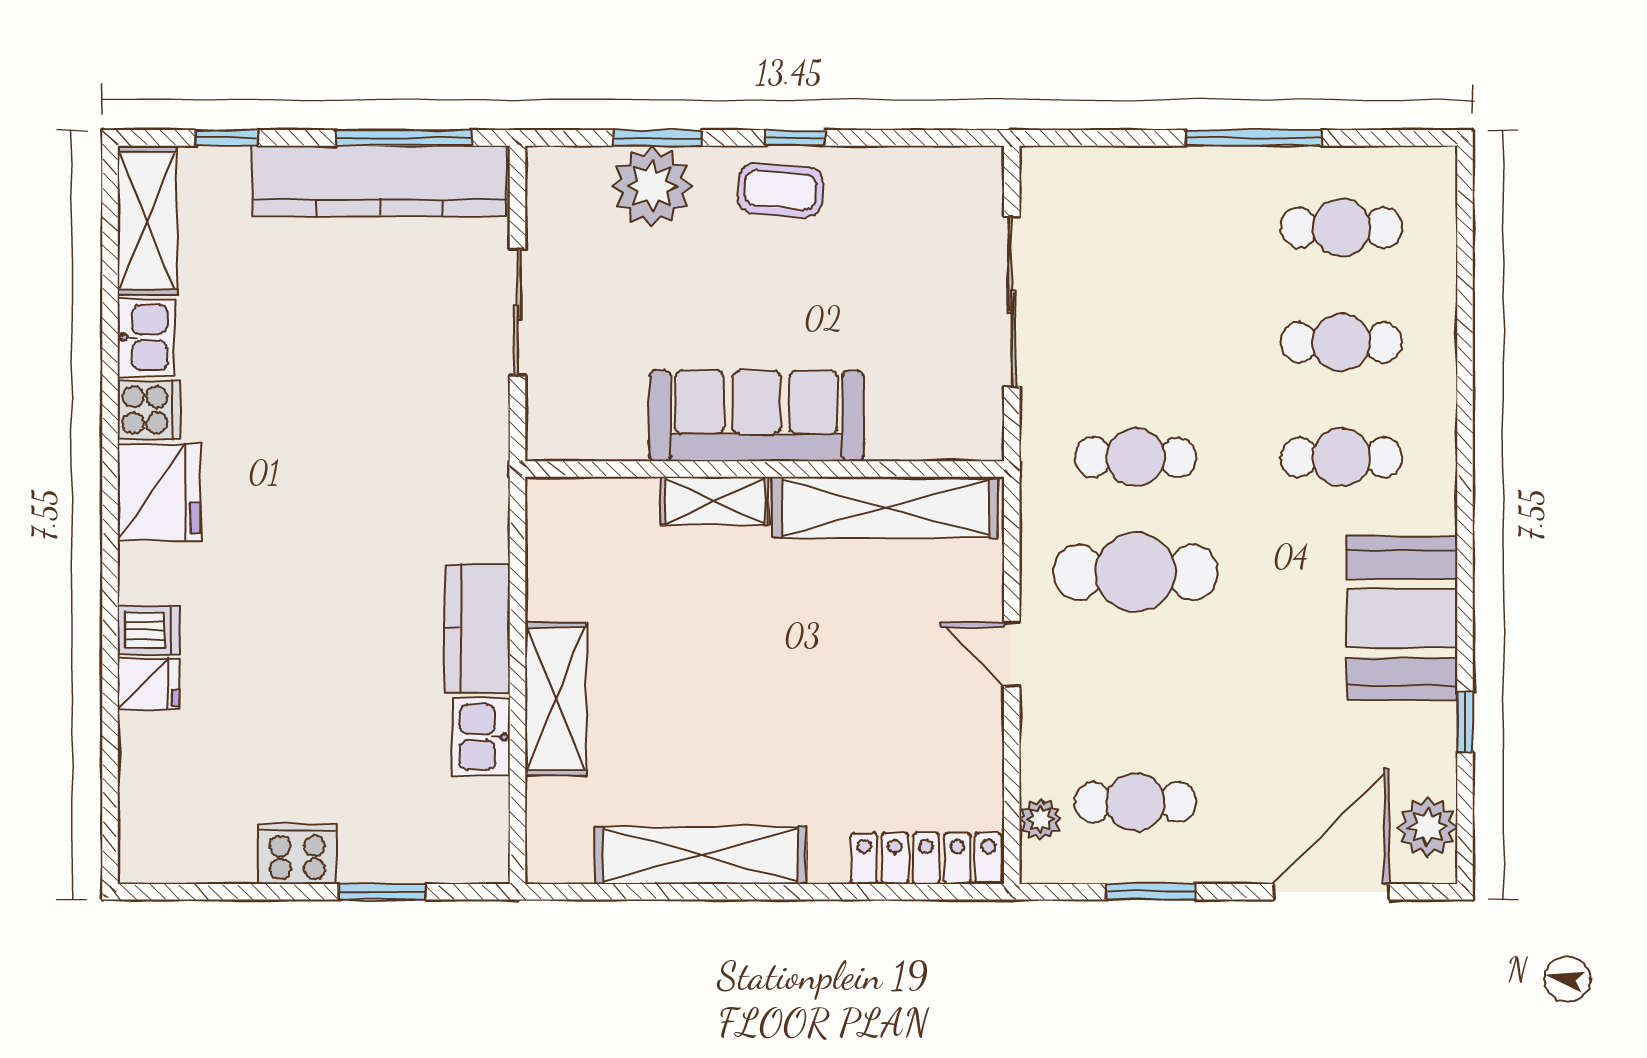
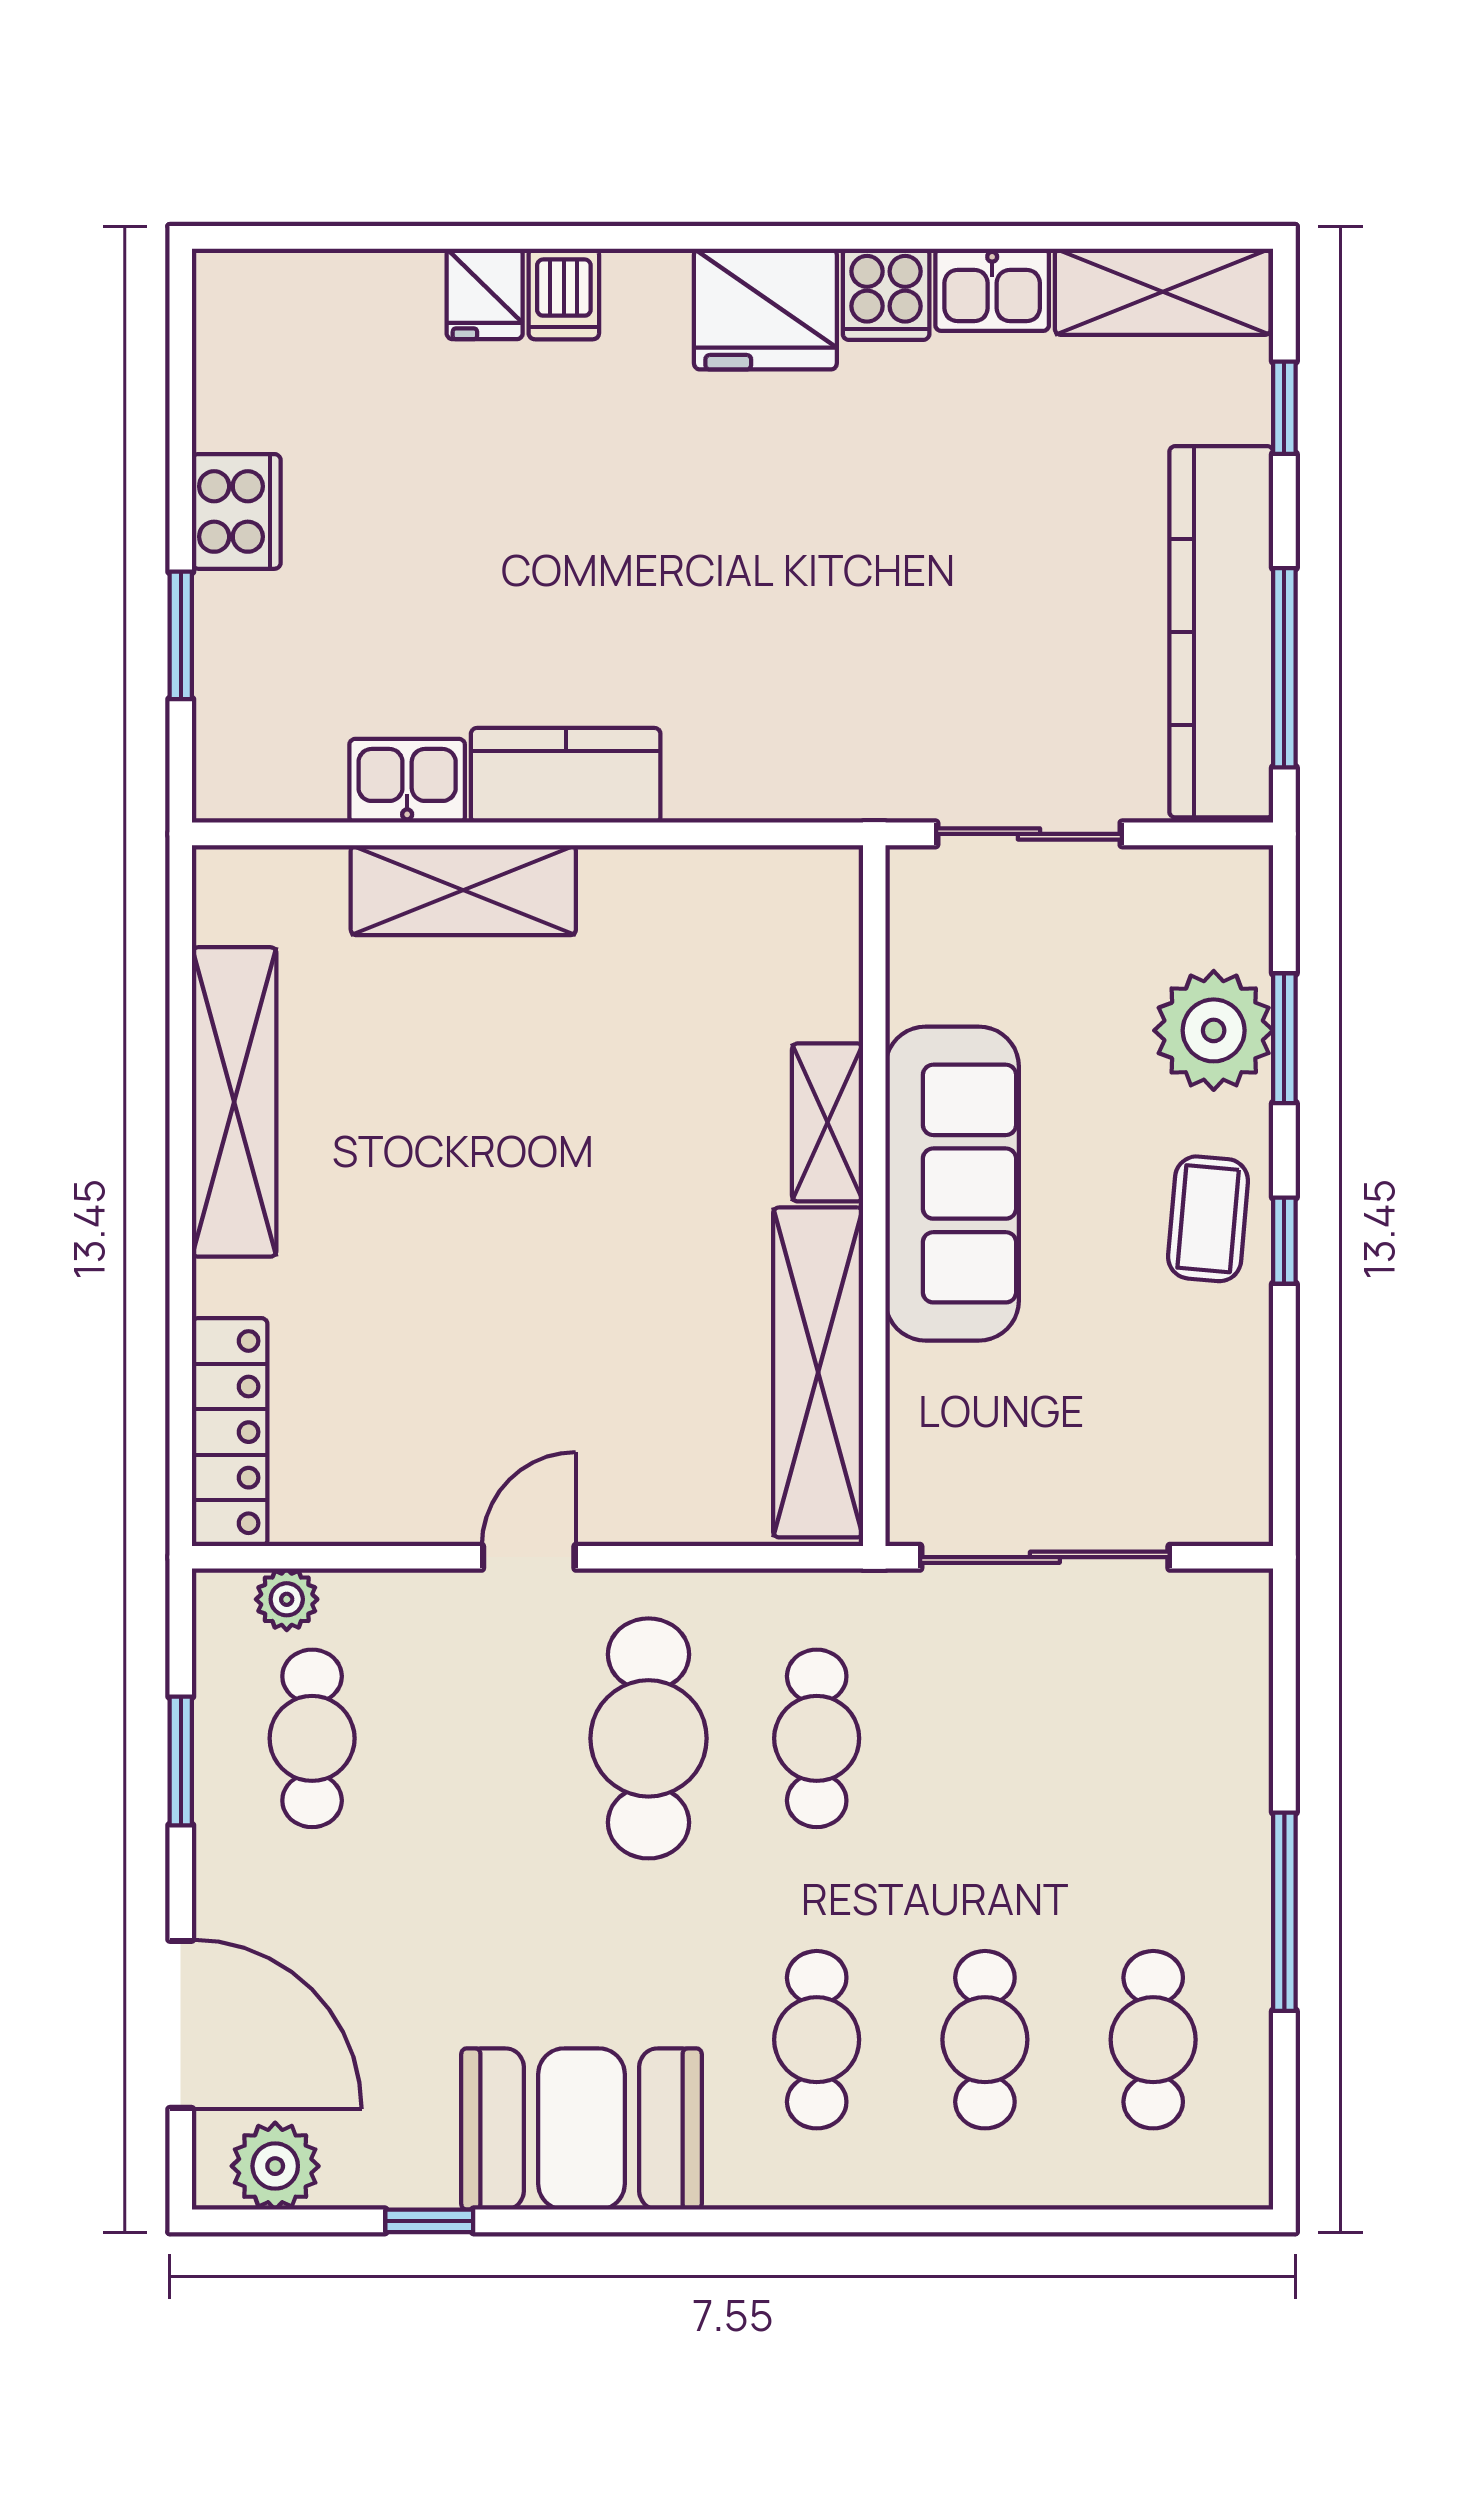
sofa: (756, 416) -> (952, 1184), moved
wall: (765, 469) -> (874, 1196), moved
shelving: (715, 501) -> (828, 1122), moved
shelving: (885, 507) -> (818, 1372), moved

